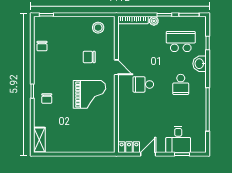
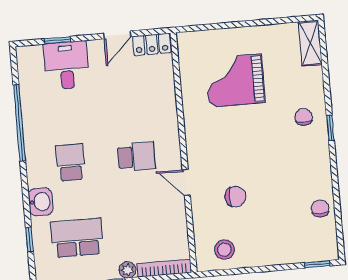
school desk: (181, 42) -> (77, 238), turned 180
grand piano: (89, 94) -> (235, 81), moved

